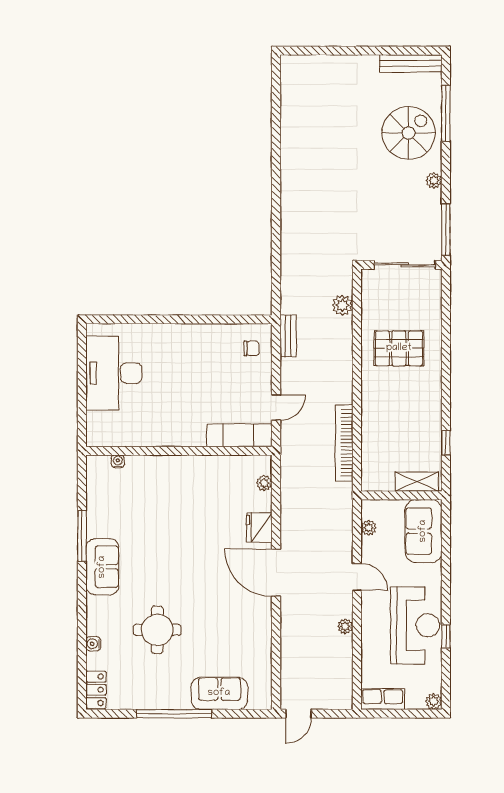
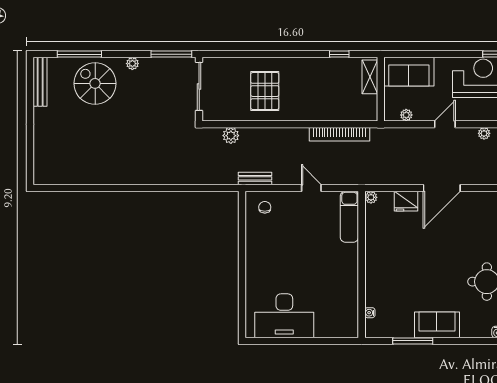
exam couch: (239, 435) -> (349, 217), moved
wall: (179, 451) -> (362, 264), moved
water cooler: (118, 461) -> (370, 313), moved

